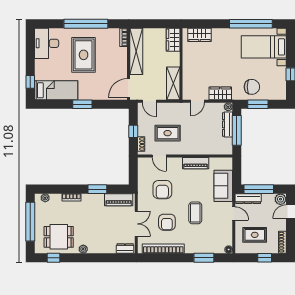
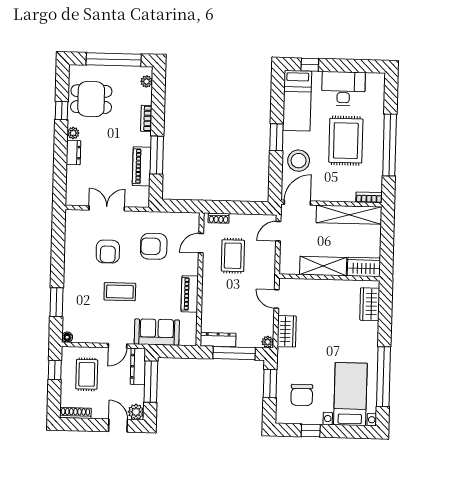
desk: (47, 43) -> (343, 89), moved
rug: (84, 55) -> (346, 141), turned 90
shelving: (173, 83) -> (323, 266), moved
chair: (252, 87) -> (302, 395), moved
stool: (99, 88) -> (299, 161), added
door: (129, 88) -> (297, 203), hinge flipped
dresser: (228, 124) -> (218, 340), moved
window: (133, 131) -> (237, 207), removed
window: (97, 189) -> (157, 155), width x1.44
piano: (119, 200) -> (142, 166), moved
armchair: (167, 222) -> (108, 252), turned -90
double door: (136, 224) -> (107, 208), swing flipped
dining table: (59, 237) -> (91, 99), turned 90
dresser: (125, 248) -> (73, 153), moved
bookcase: (163, 249) -> (71, 245), removed
window: (53, 258) -> (62, 111), moved
window: (265, 258) -> (55, 370), moved

